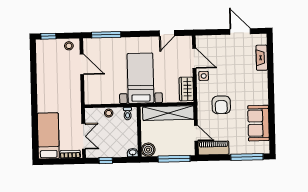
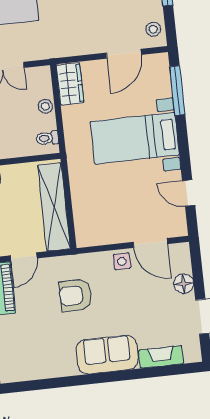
floor lamp: (220, 41) -> (184, 284), added
door: (194, 58) -> (150, 243), hinge flipped
bed with nightstands: (141, 78) -> (135, 138), moved, turned 180
wardrobe: (186, 89) -> (70, 84), moved, turned 90
sofa: (258, 123) -> (107, 355), moved

